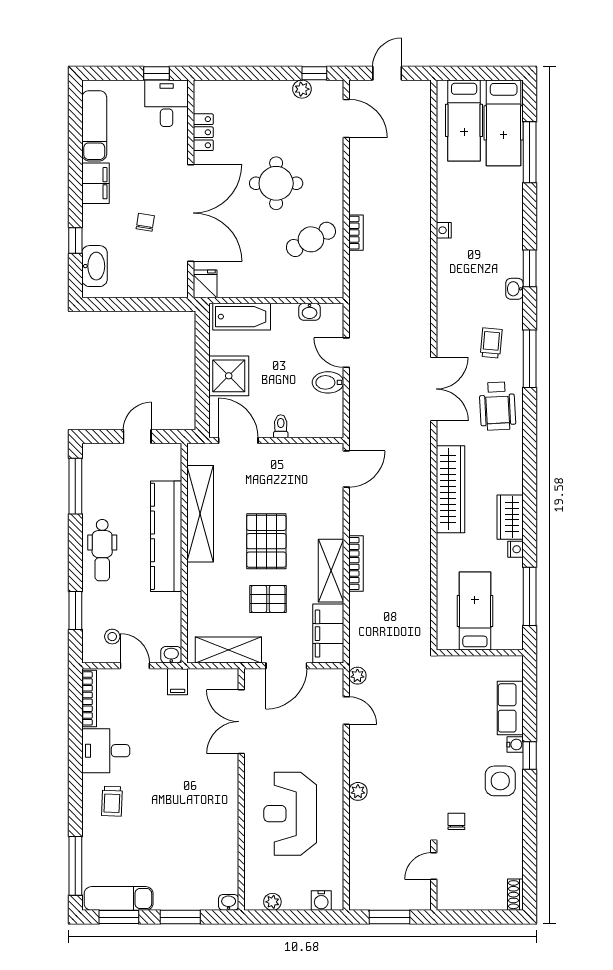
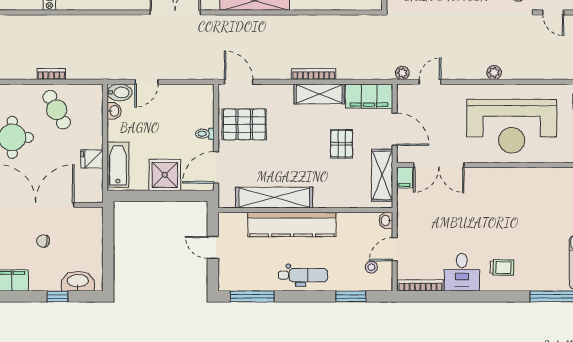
fridge: (205, 284) -> (92, 159), moved
bidet: (328, 382) -> (120, 92), moved, turned -90
pallet: (266, 541) -> (244, 124), moved
filing cabinet: (178, 682) -> (404, 178), moved, turned 90
reception desk: (290, 814) -> (512, 126), width x1.36, depth x1.30

